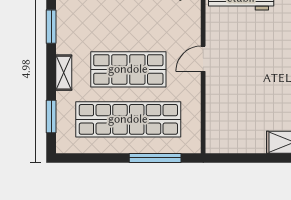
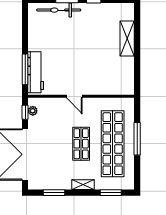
shop shelf: (128, 69) -> (81, 144), width x0.70, depth x0.74
window: (155, 158) -> (137, 139), moved

